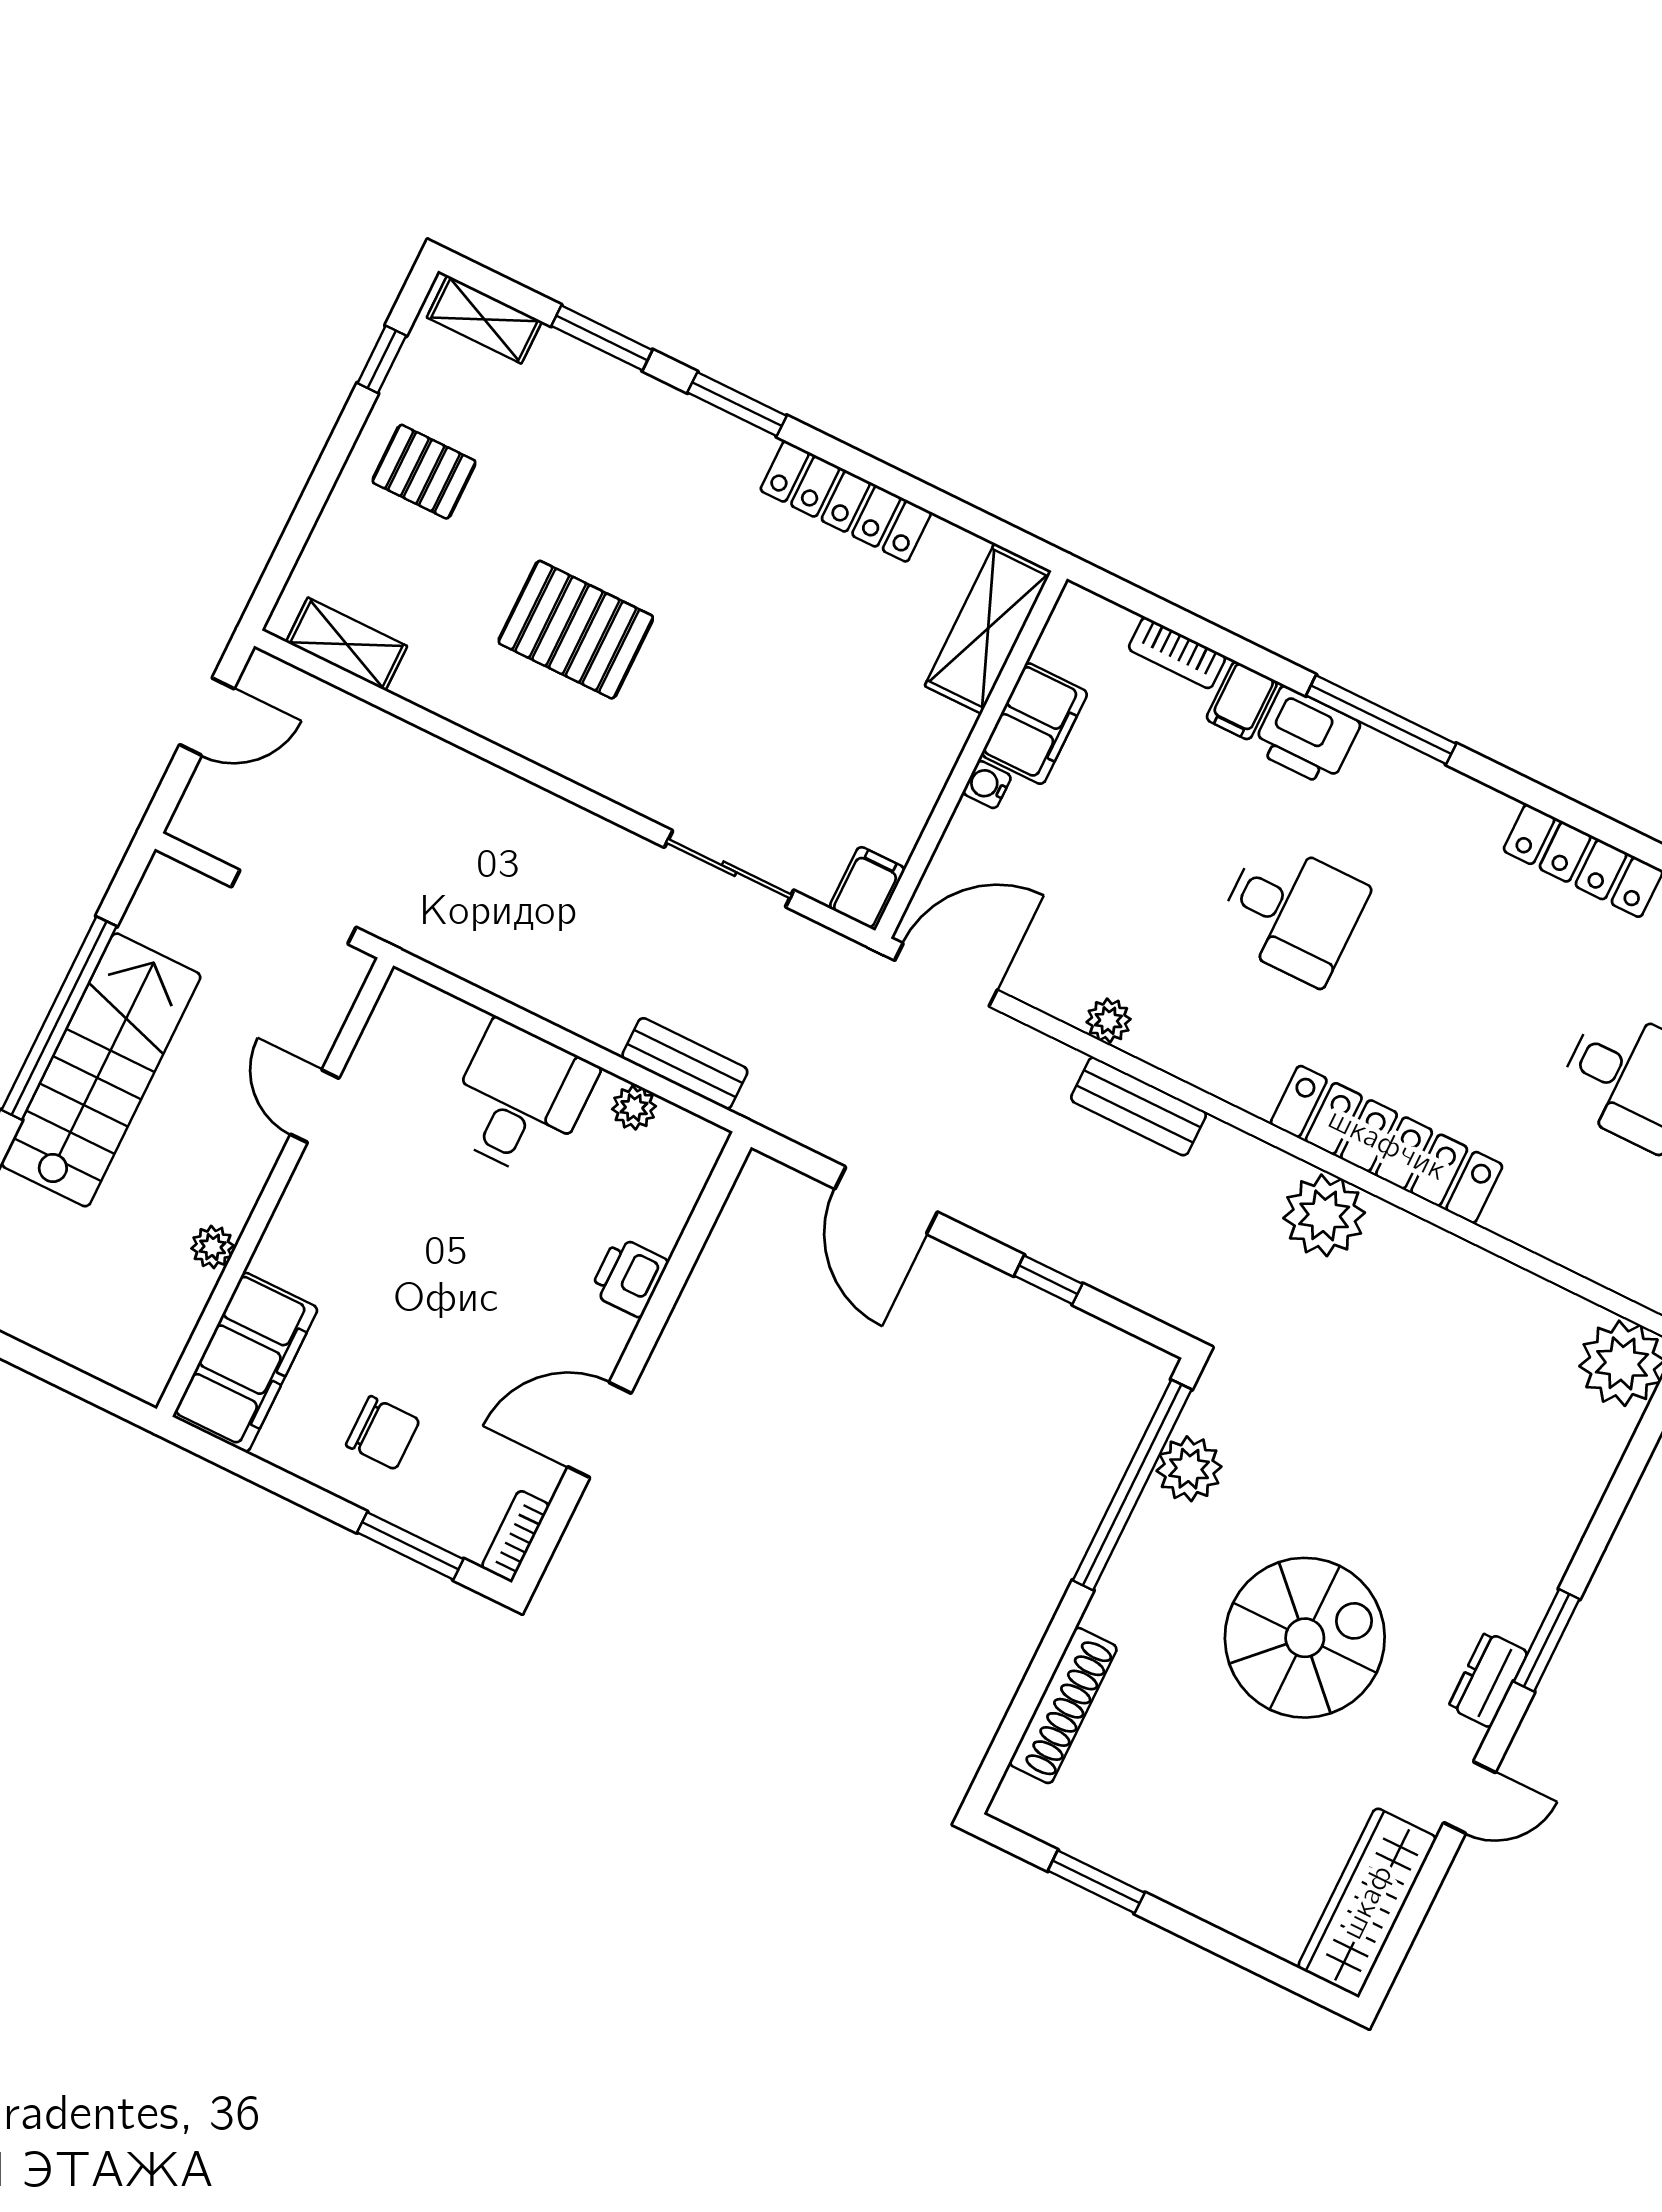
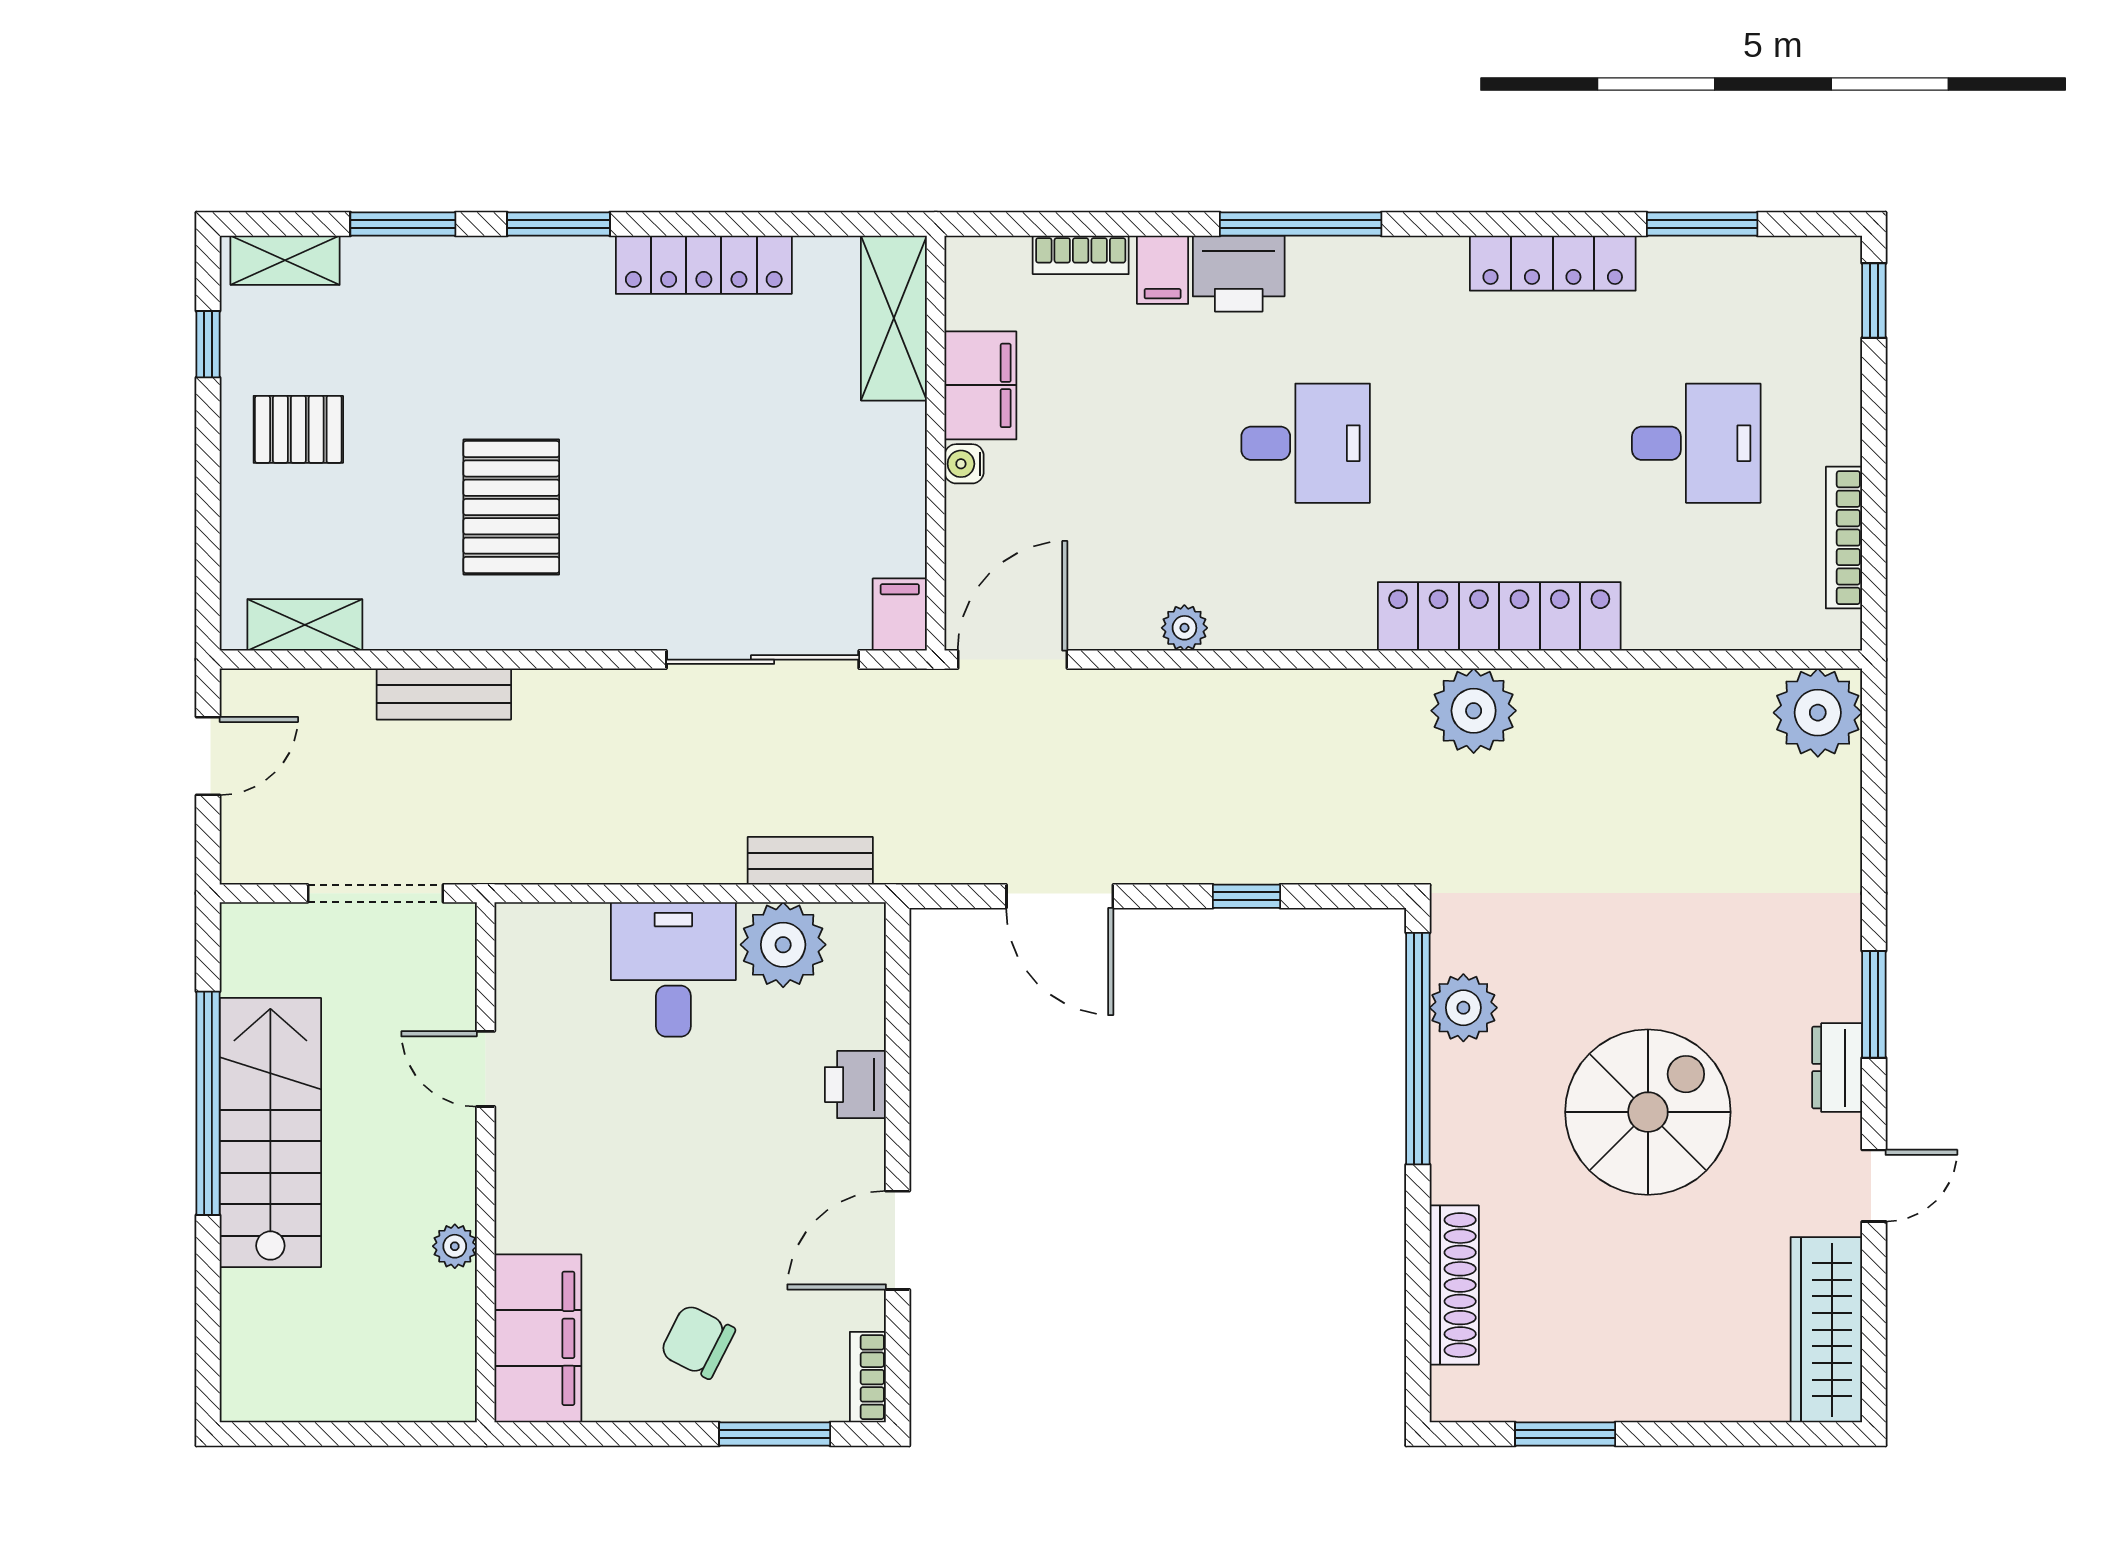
pallet: (576, 630) -> (511, 507), turned 90
sliding door: (729, 869) -> (763, 660), width x1.37
bench: (1138, 1106) -> (444, 694), moved
plant: (634, 1108) -> (783, 945), width x1.88, depth x1.88
chair: (383, 1433) -> (698, 1341), turned -153

